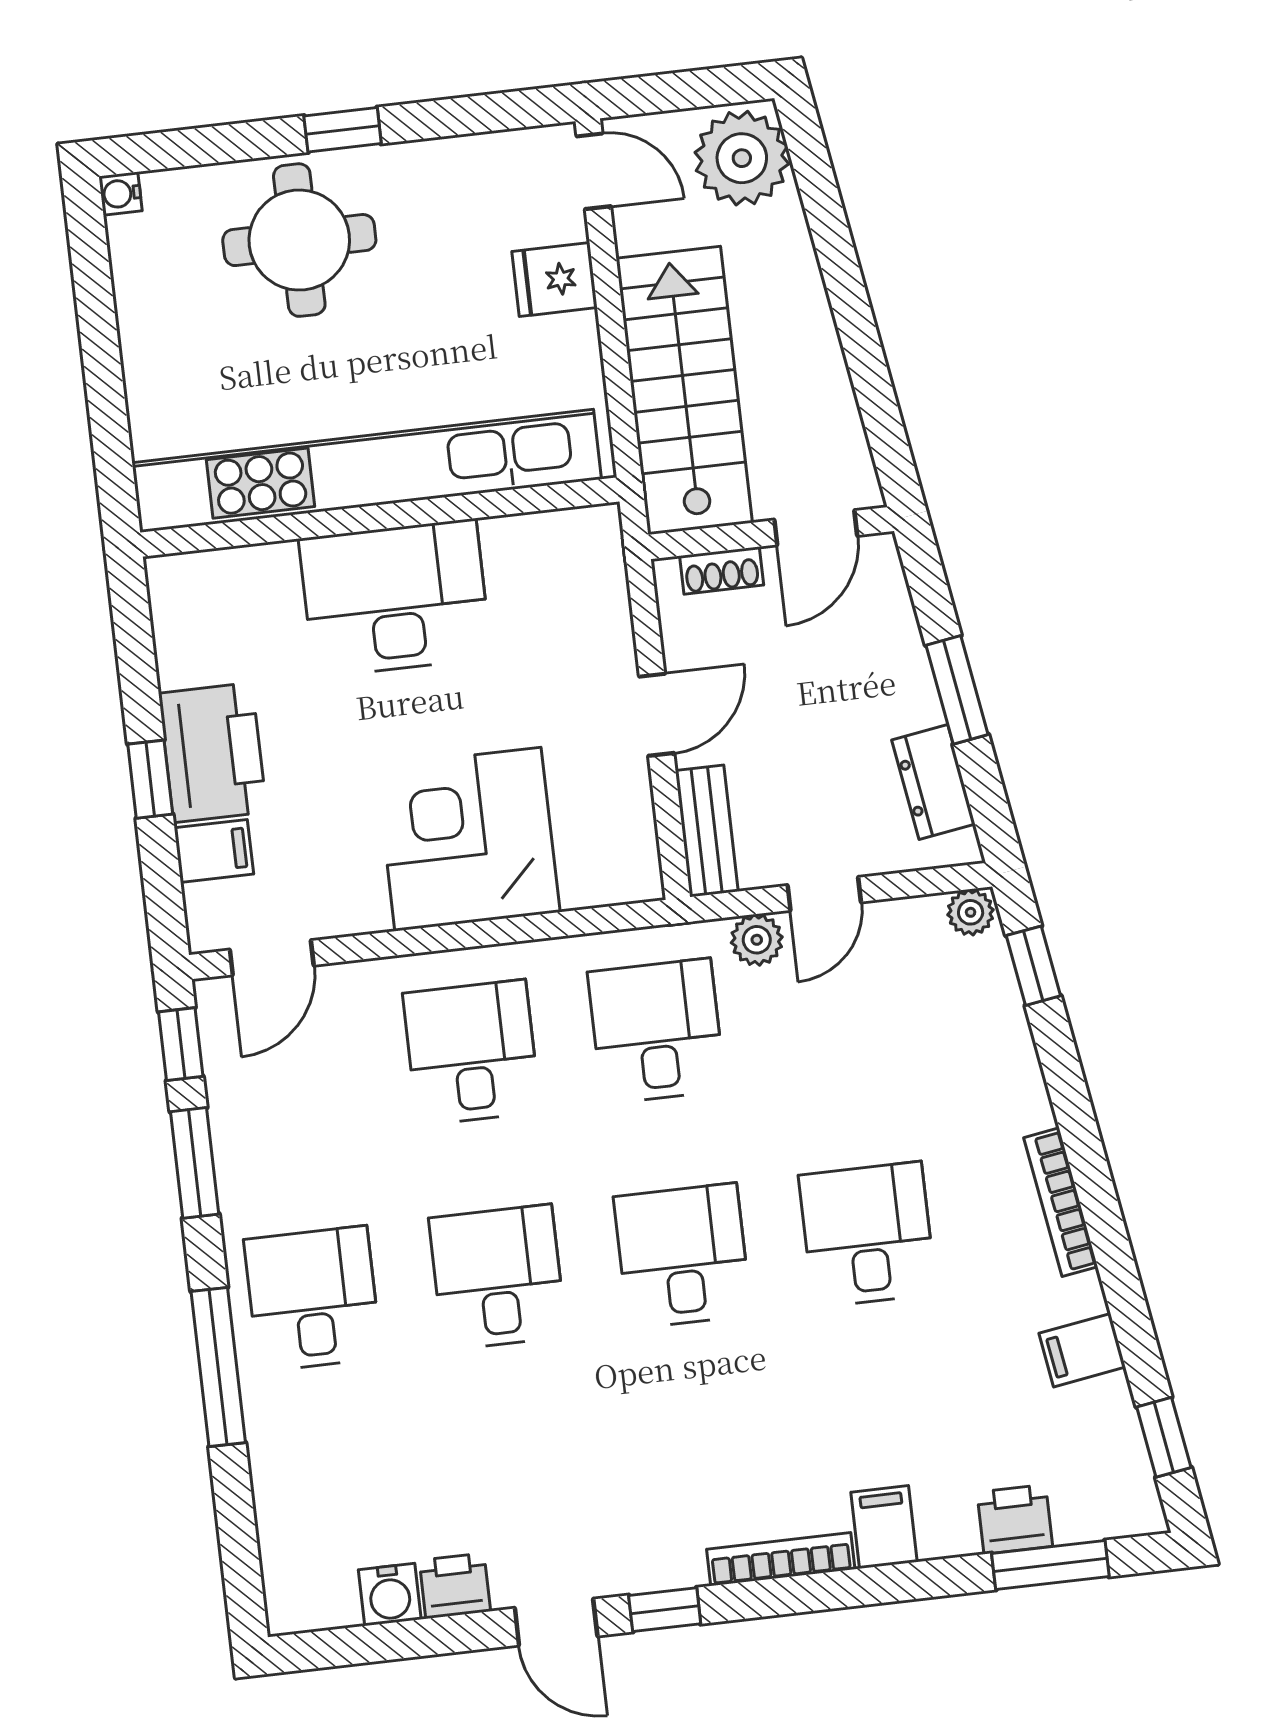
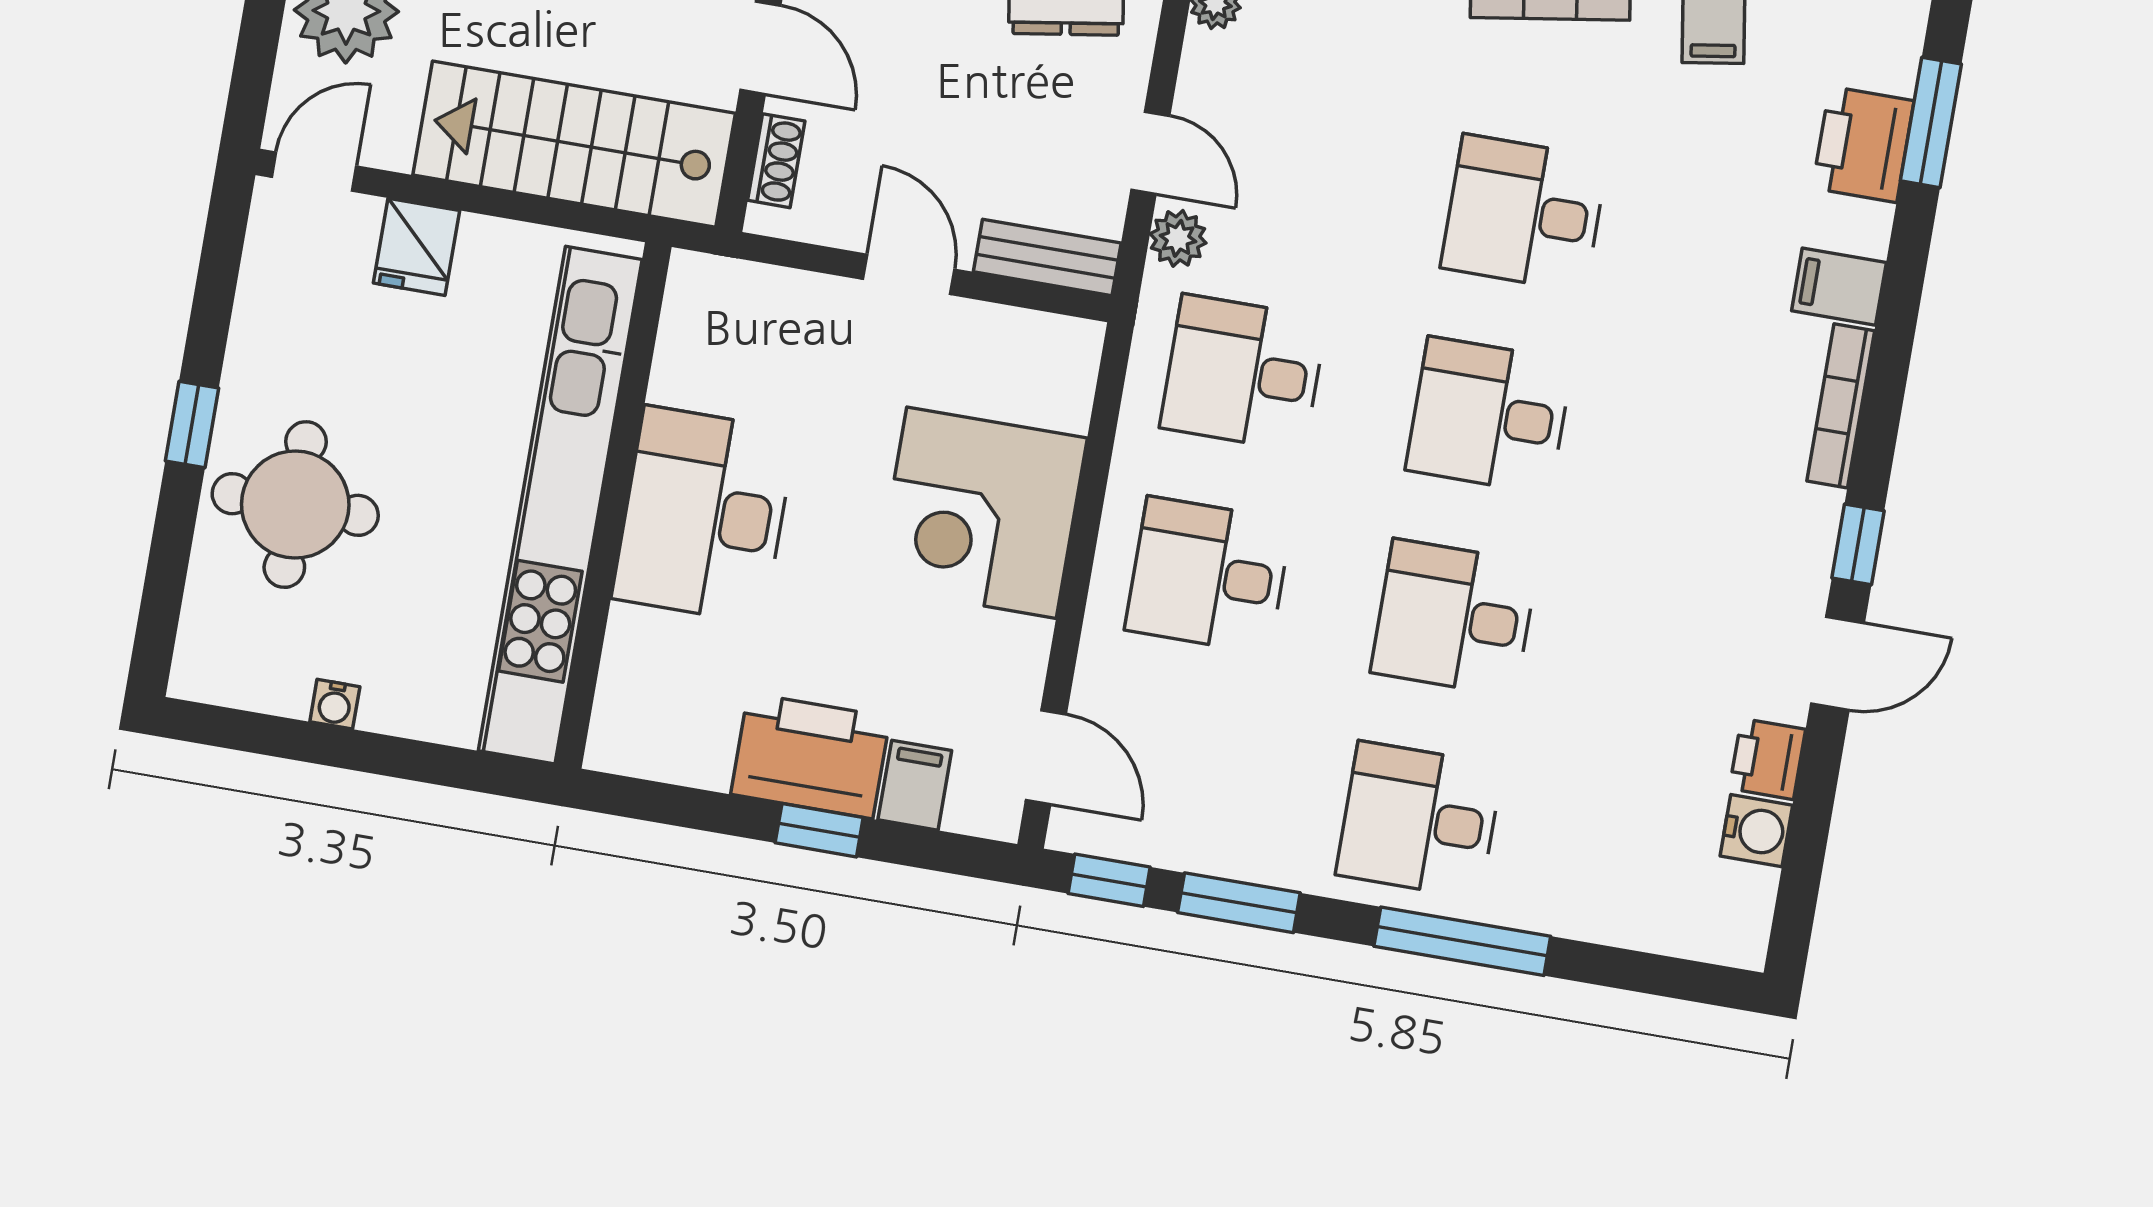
water cooler: (121, 194) -> (335, 704), moved
printer: (1015, 1519) -> (1863, 144), width x1.36, depth x1.24

